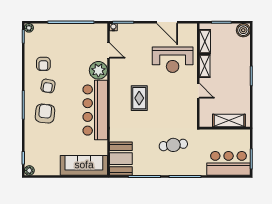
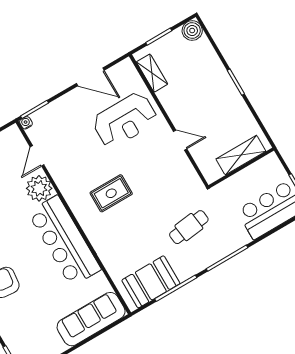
door: (108, 50) -> (37, 156), swing flipped
shelving: (205, 66) -> (170, 104), removed
rug: (139, 98) -> (111, 193), turned 90
booth: (121, 159) -> (151, 282), moved, turned 90

